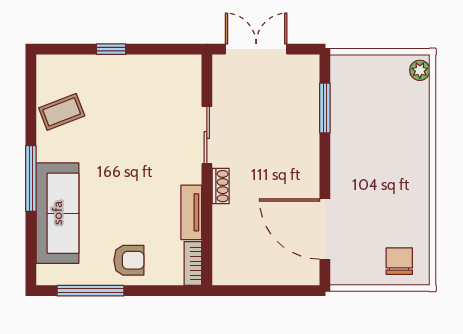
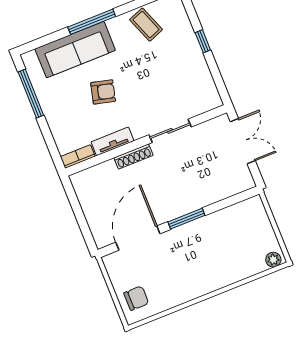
window: (325, 108) -> (186, 219), moved
shoe rack: (221, 186) -> (134, 157), width x1.43
armchair: (129, 260) -> (103, 92), moved, turned -76

